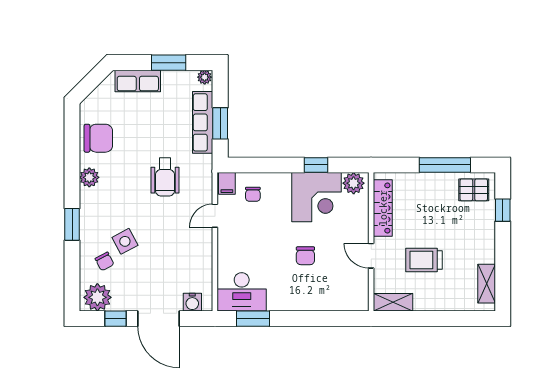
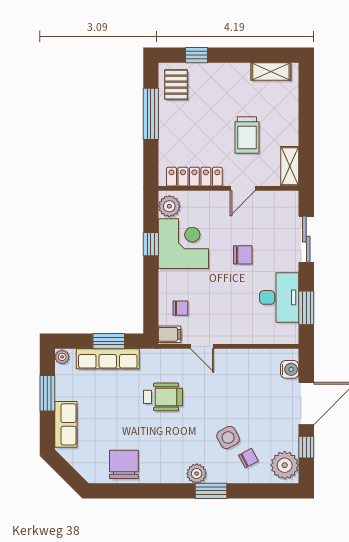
plant: (89, 177) -> (197, 474), moved
desk: (242, 292) -> (279, 297), moved
sliding door: (321, 319) -> (306, 239), added

